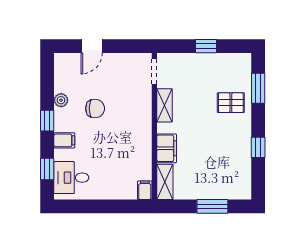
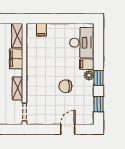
plant: (61, 100) -> (89, 75), moved
window: (47, 169) -> (98, 104), moved
desk: (71, 178) -> (82, 43), width x1.37
filing cabinet: (145, 190) -> (41, 30), moved

